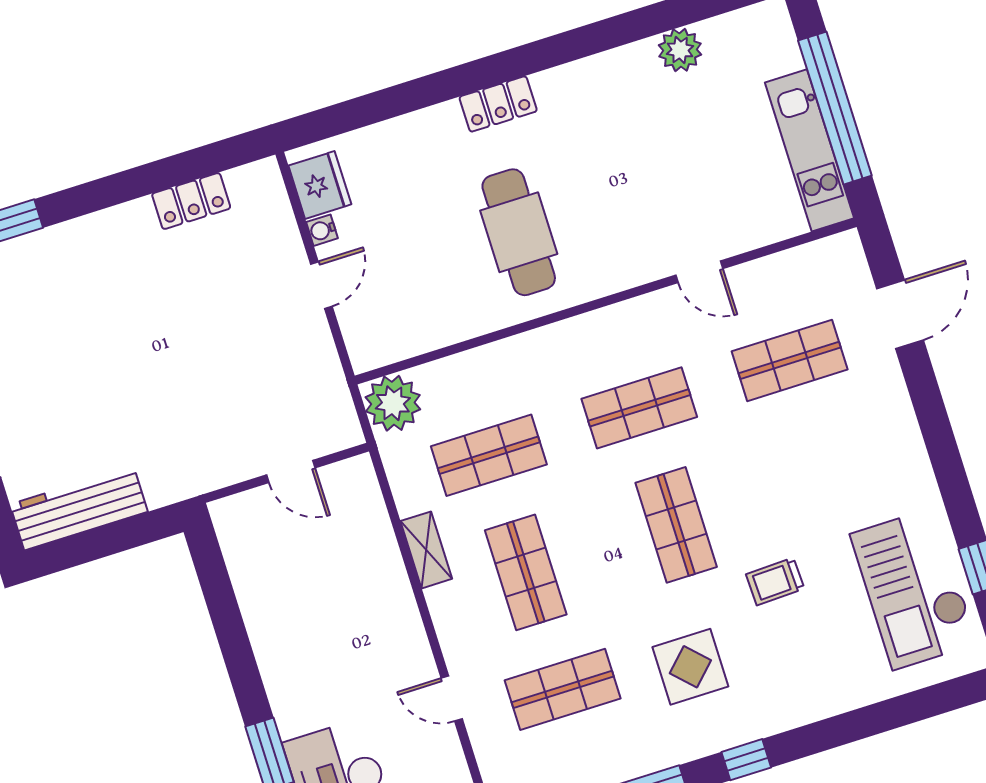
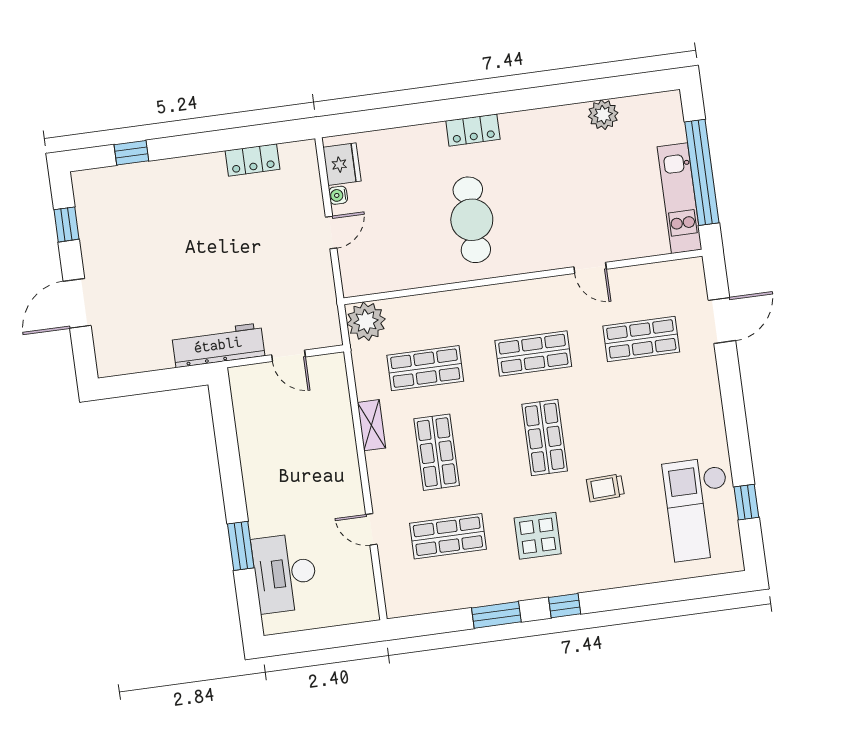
workbench: (79, 508) -> (218, 345), moved

